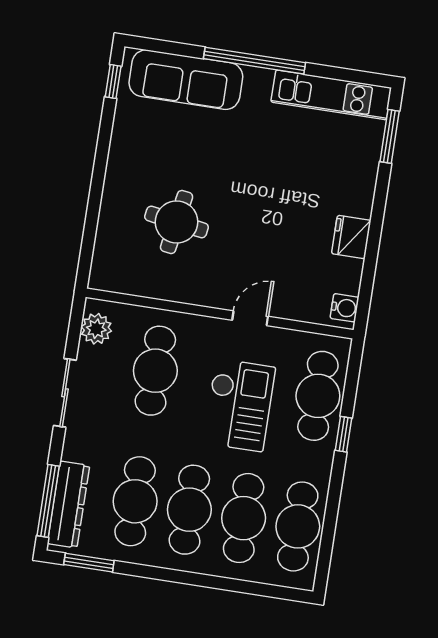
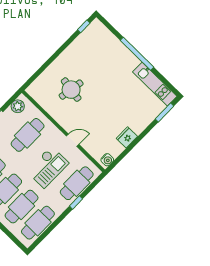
sofa: (186, 80) -> (109, 43), removed

